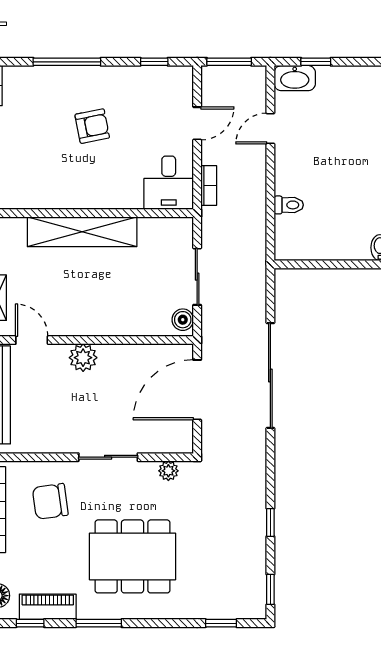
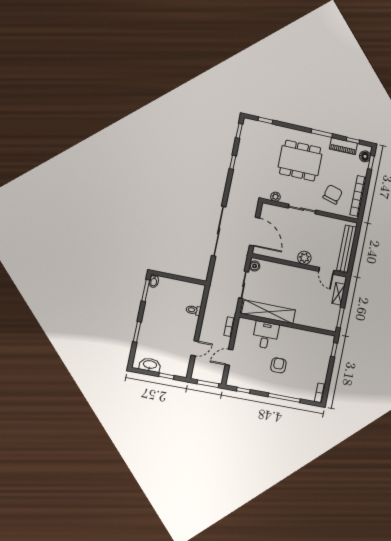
washbasin: (295, 78) -> (150, 365), moved
armchair: (92, 126) -> (278, 365), turned 101
desk: (169, 183) -> (265, 335), moved
shelving: (82, 232) -> (269, 312), moved
door: (197, 390) -> (254, 232), hinge flipped
chair: (50, 501) -> (333, 194), turned -67

